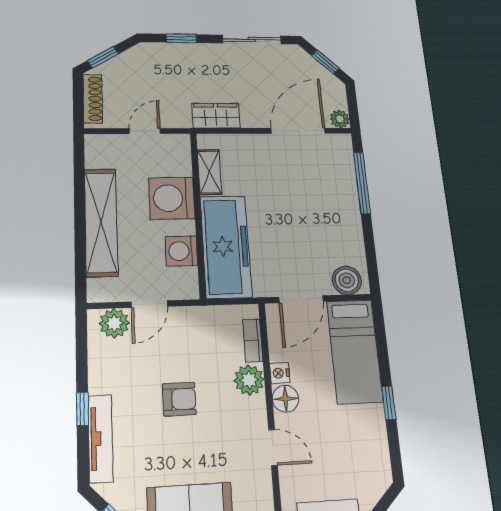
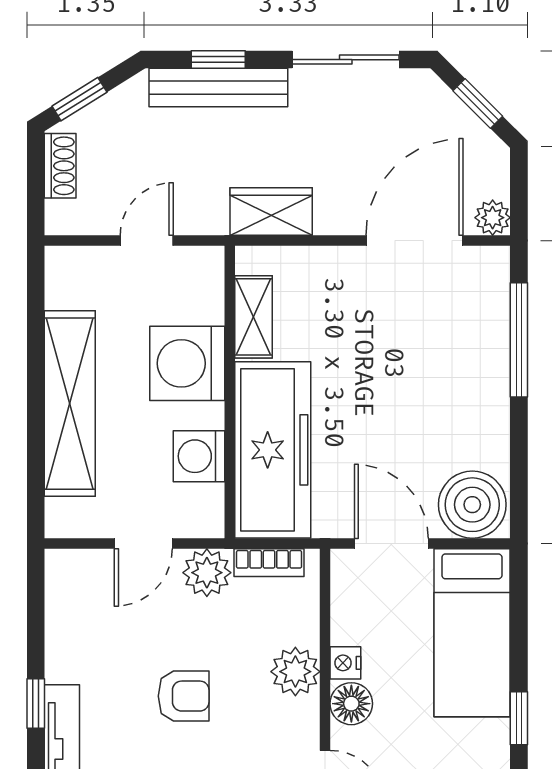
bench: (182, 52) -> (218, 88), added
shoe rack: (93, 99) -> (60, 166), width x0.70
boiler: (347, 280) -> (472, 505), width x1.37, depth x1.37
door: (301, 299) -> (391, 544), swing flipped
plant: (114, 323) -> (207, 573), moved
bookcase: (253, 341) -> (269, 563), moved, turned -90

